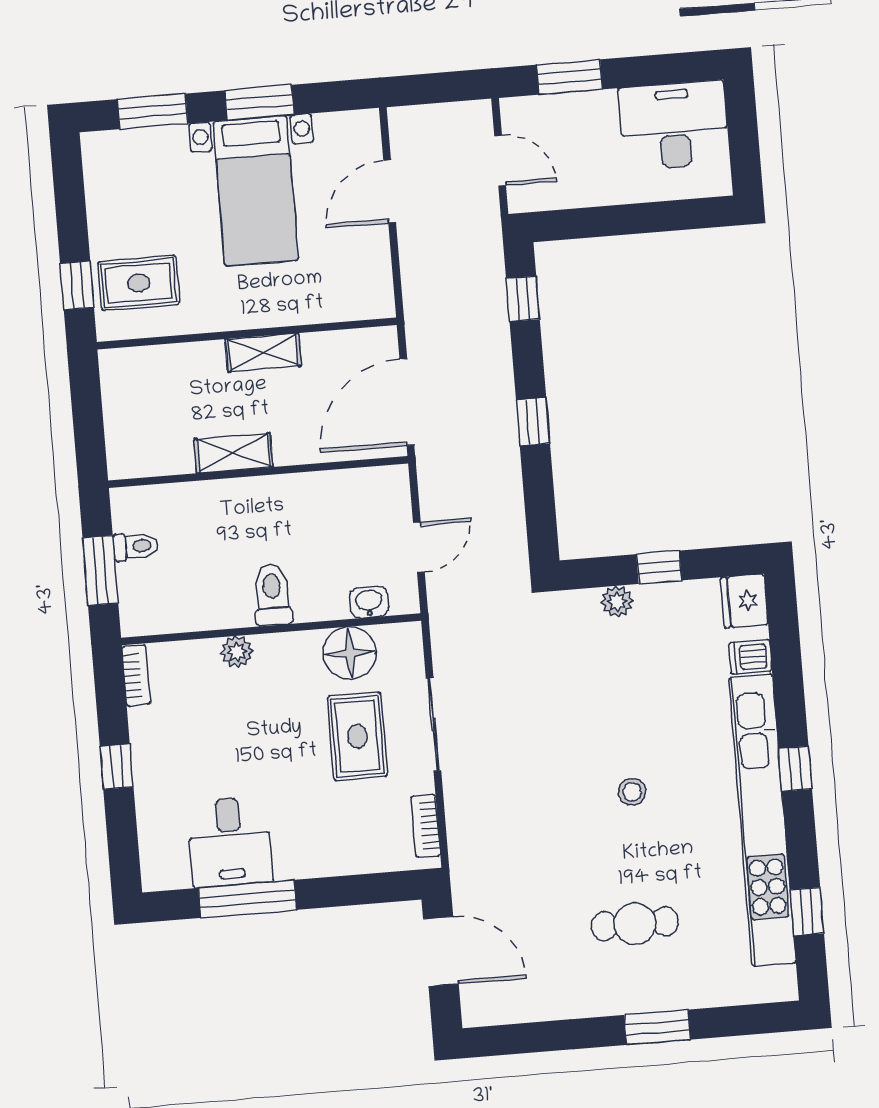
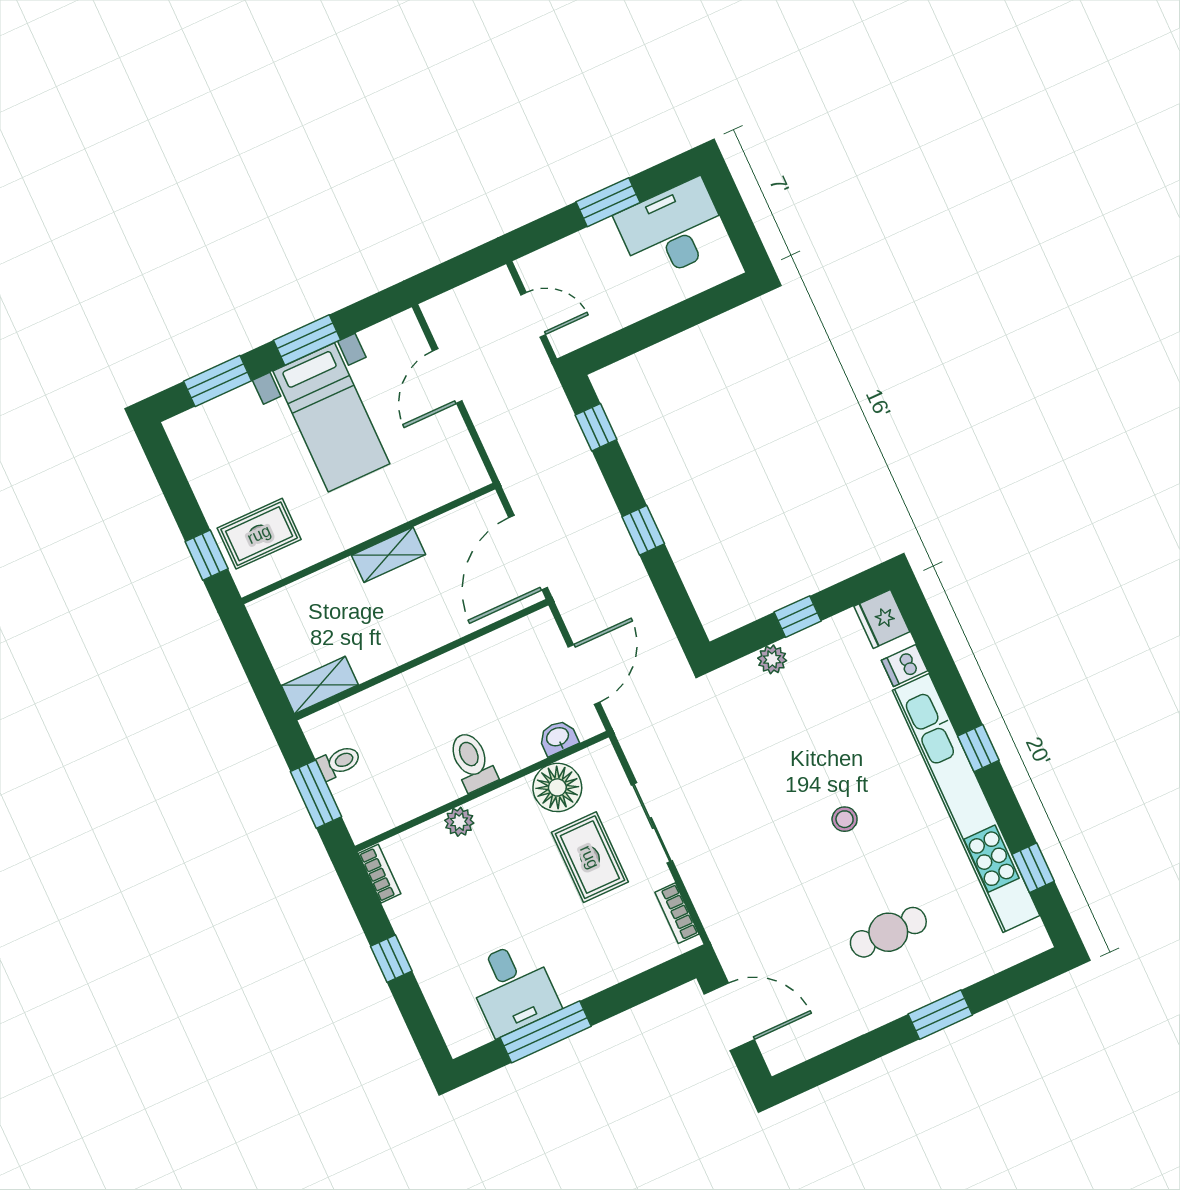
window: (570, 77) -> (608, 202), moved
shelving: (233, 453) -> (320, 685), moved
door: (419, 547) -> (584, 675), width x1.38

